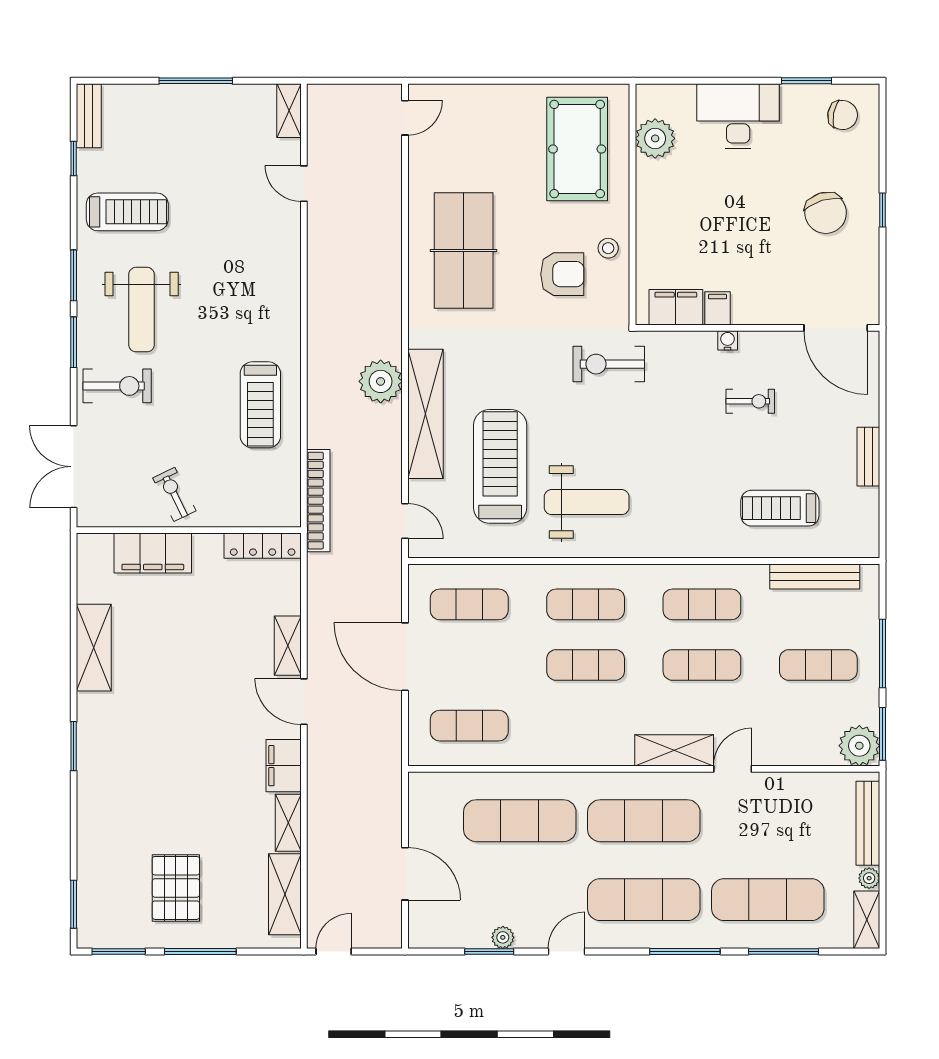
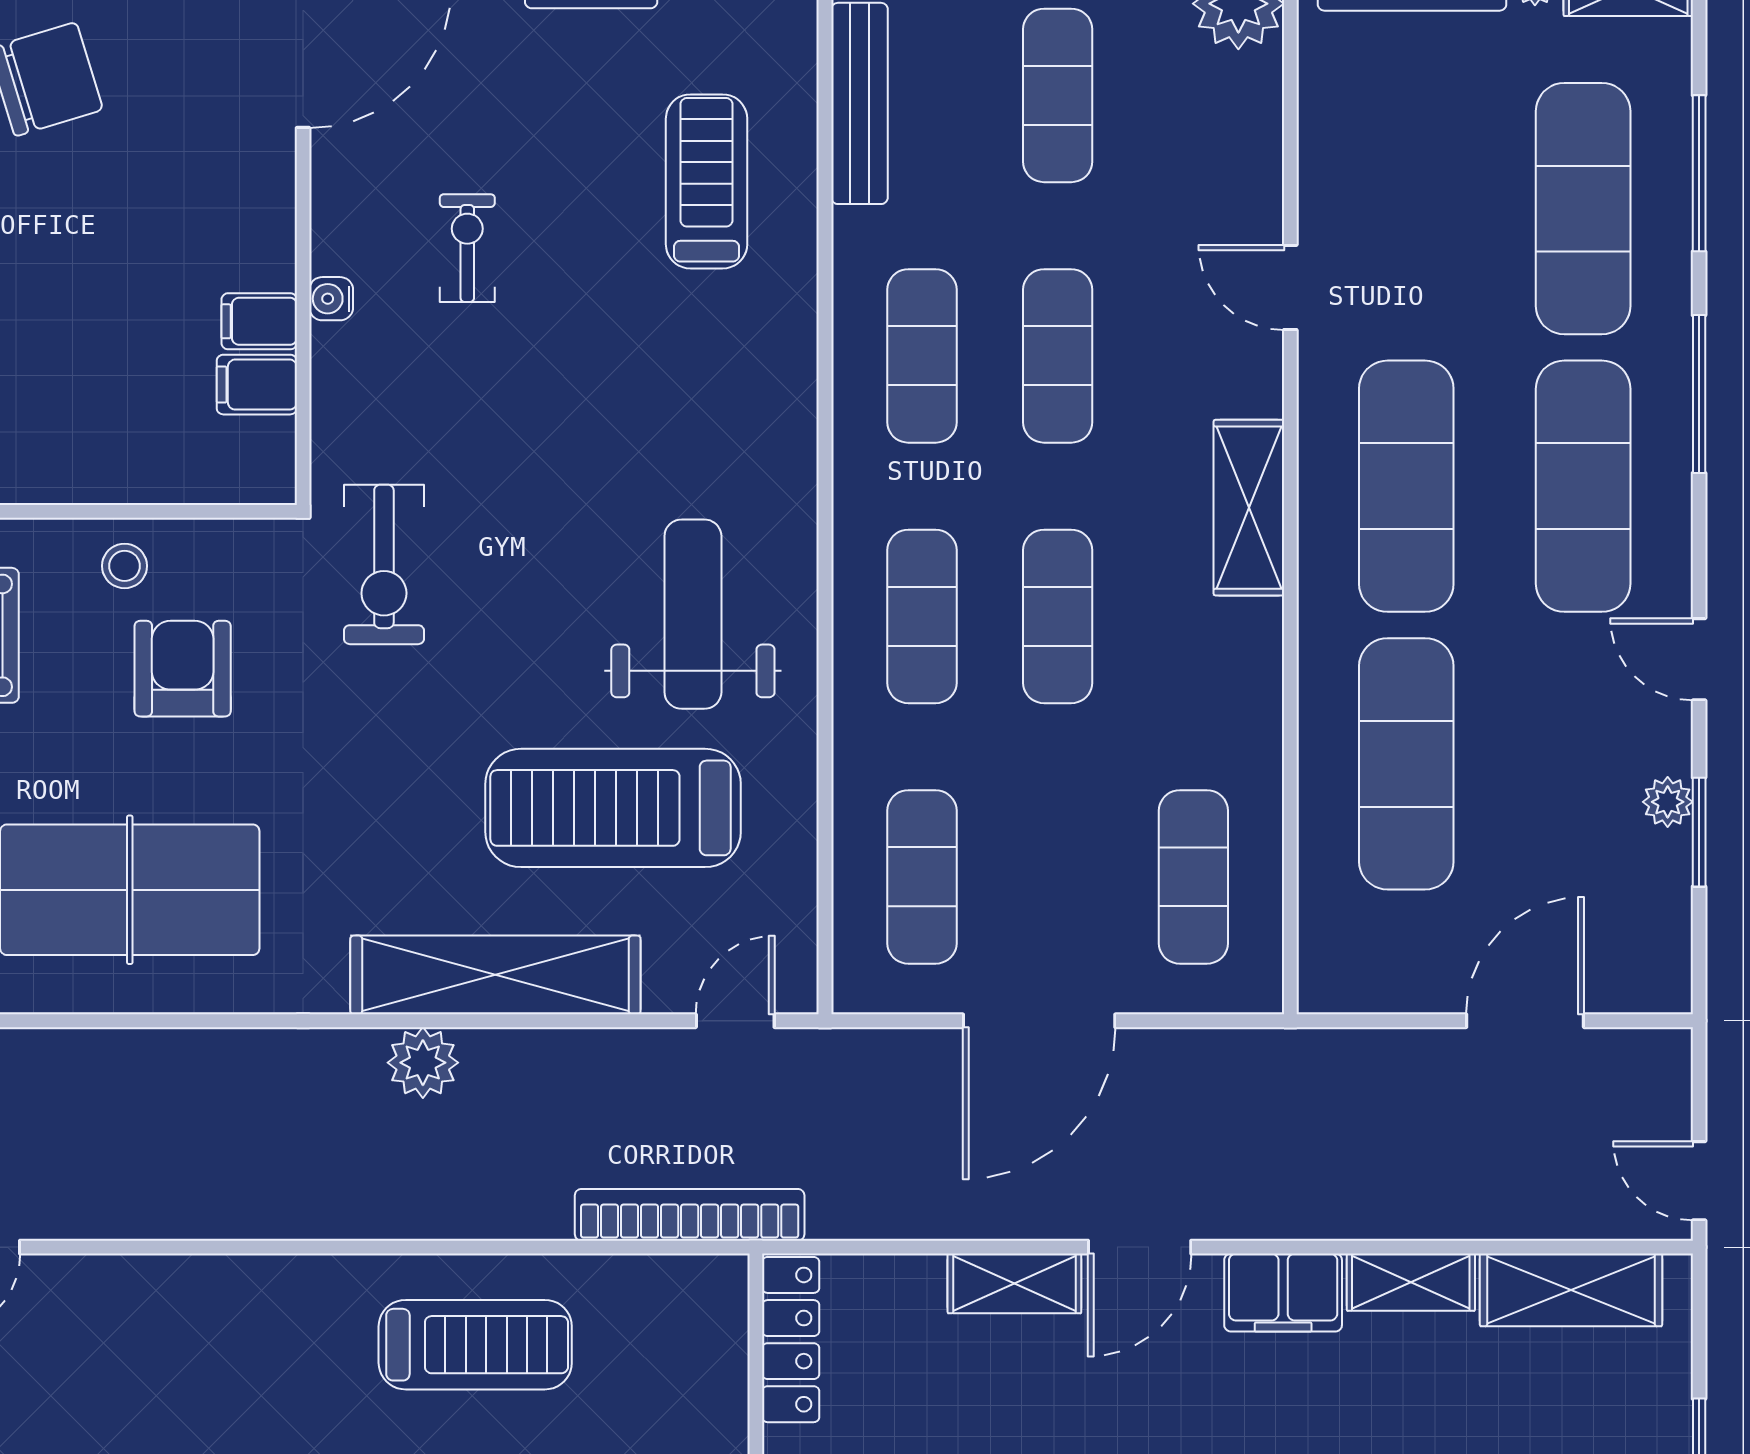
filing cabinet: (676, 307) -> (257, 385), width x0.50
plant: (381, 381) -> (423, 1063), width x0.73, depth x0.73
treadmill: (780, 508) -> (707, 181), turned 180
shelving: (674, 750) -> (1249, 508), moved

